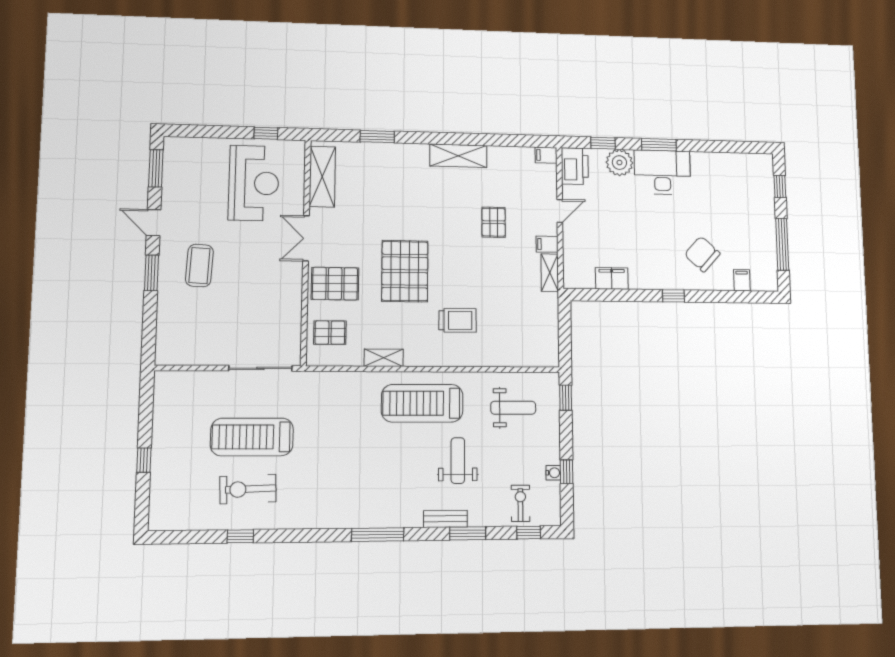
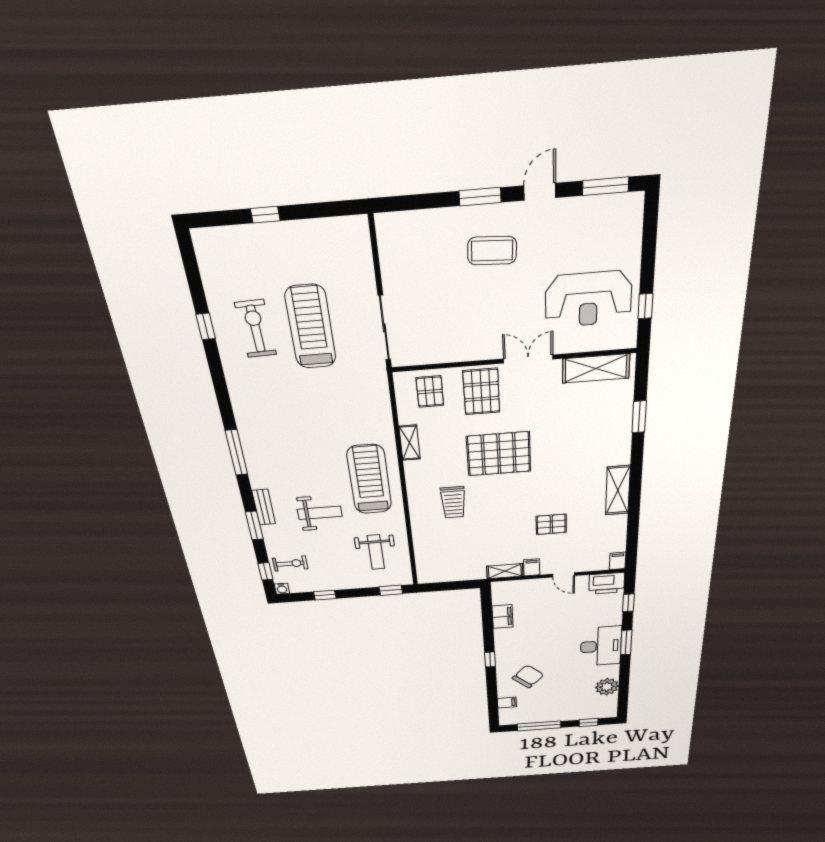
plant: (619, 163) -> (607, 687), moved
water cooler: (553, 473) -> (282, 589), moved

